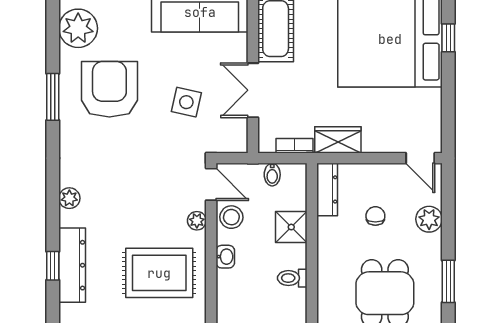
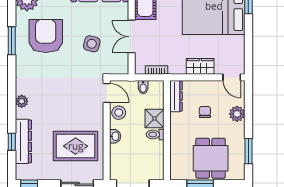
wardrobe: (338, 140) -> (200, 66), moved
plant: (197, 221) -> (98, 115), removed
toilet: (292, 278) -> (155, 135), moved

